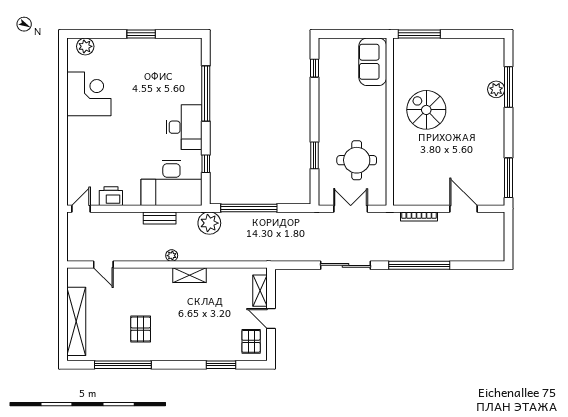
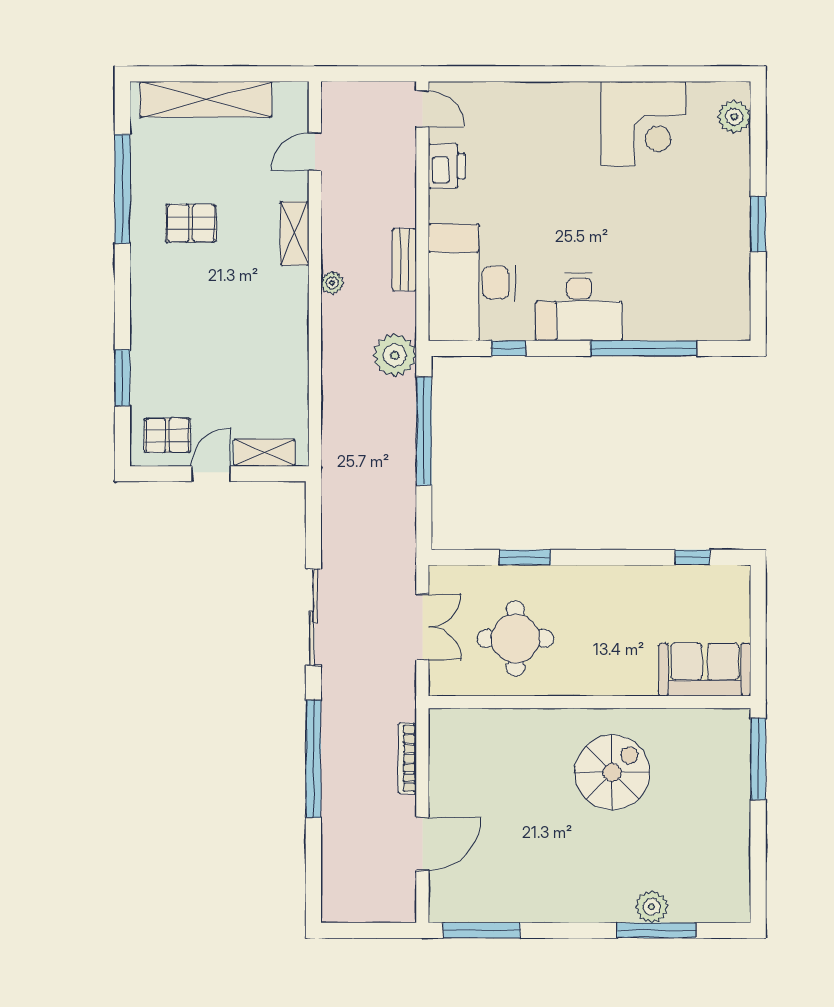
shelving: (189, 275) -> (295, 233), moved

